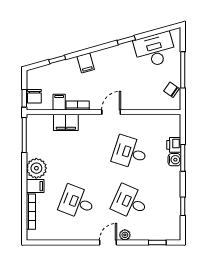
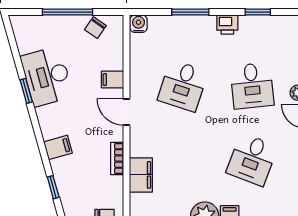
desk: (155, 50) -> (47, 76), moved
filing cabinet: (59, 102) -> (113, 79), moved
printer: (174, 145) -> (227, 25), moved
water cooler: (174, 160) -> (139, 24), moved
desk: (130, 202) -> (252, 86), turned -30

